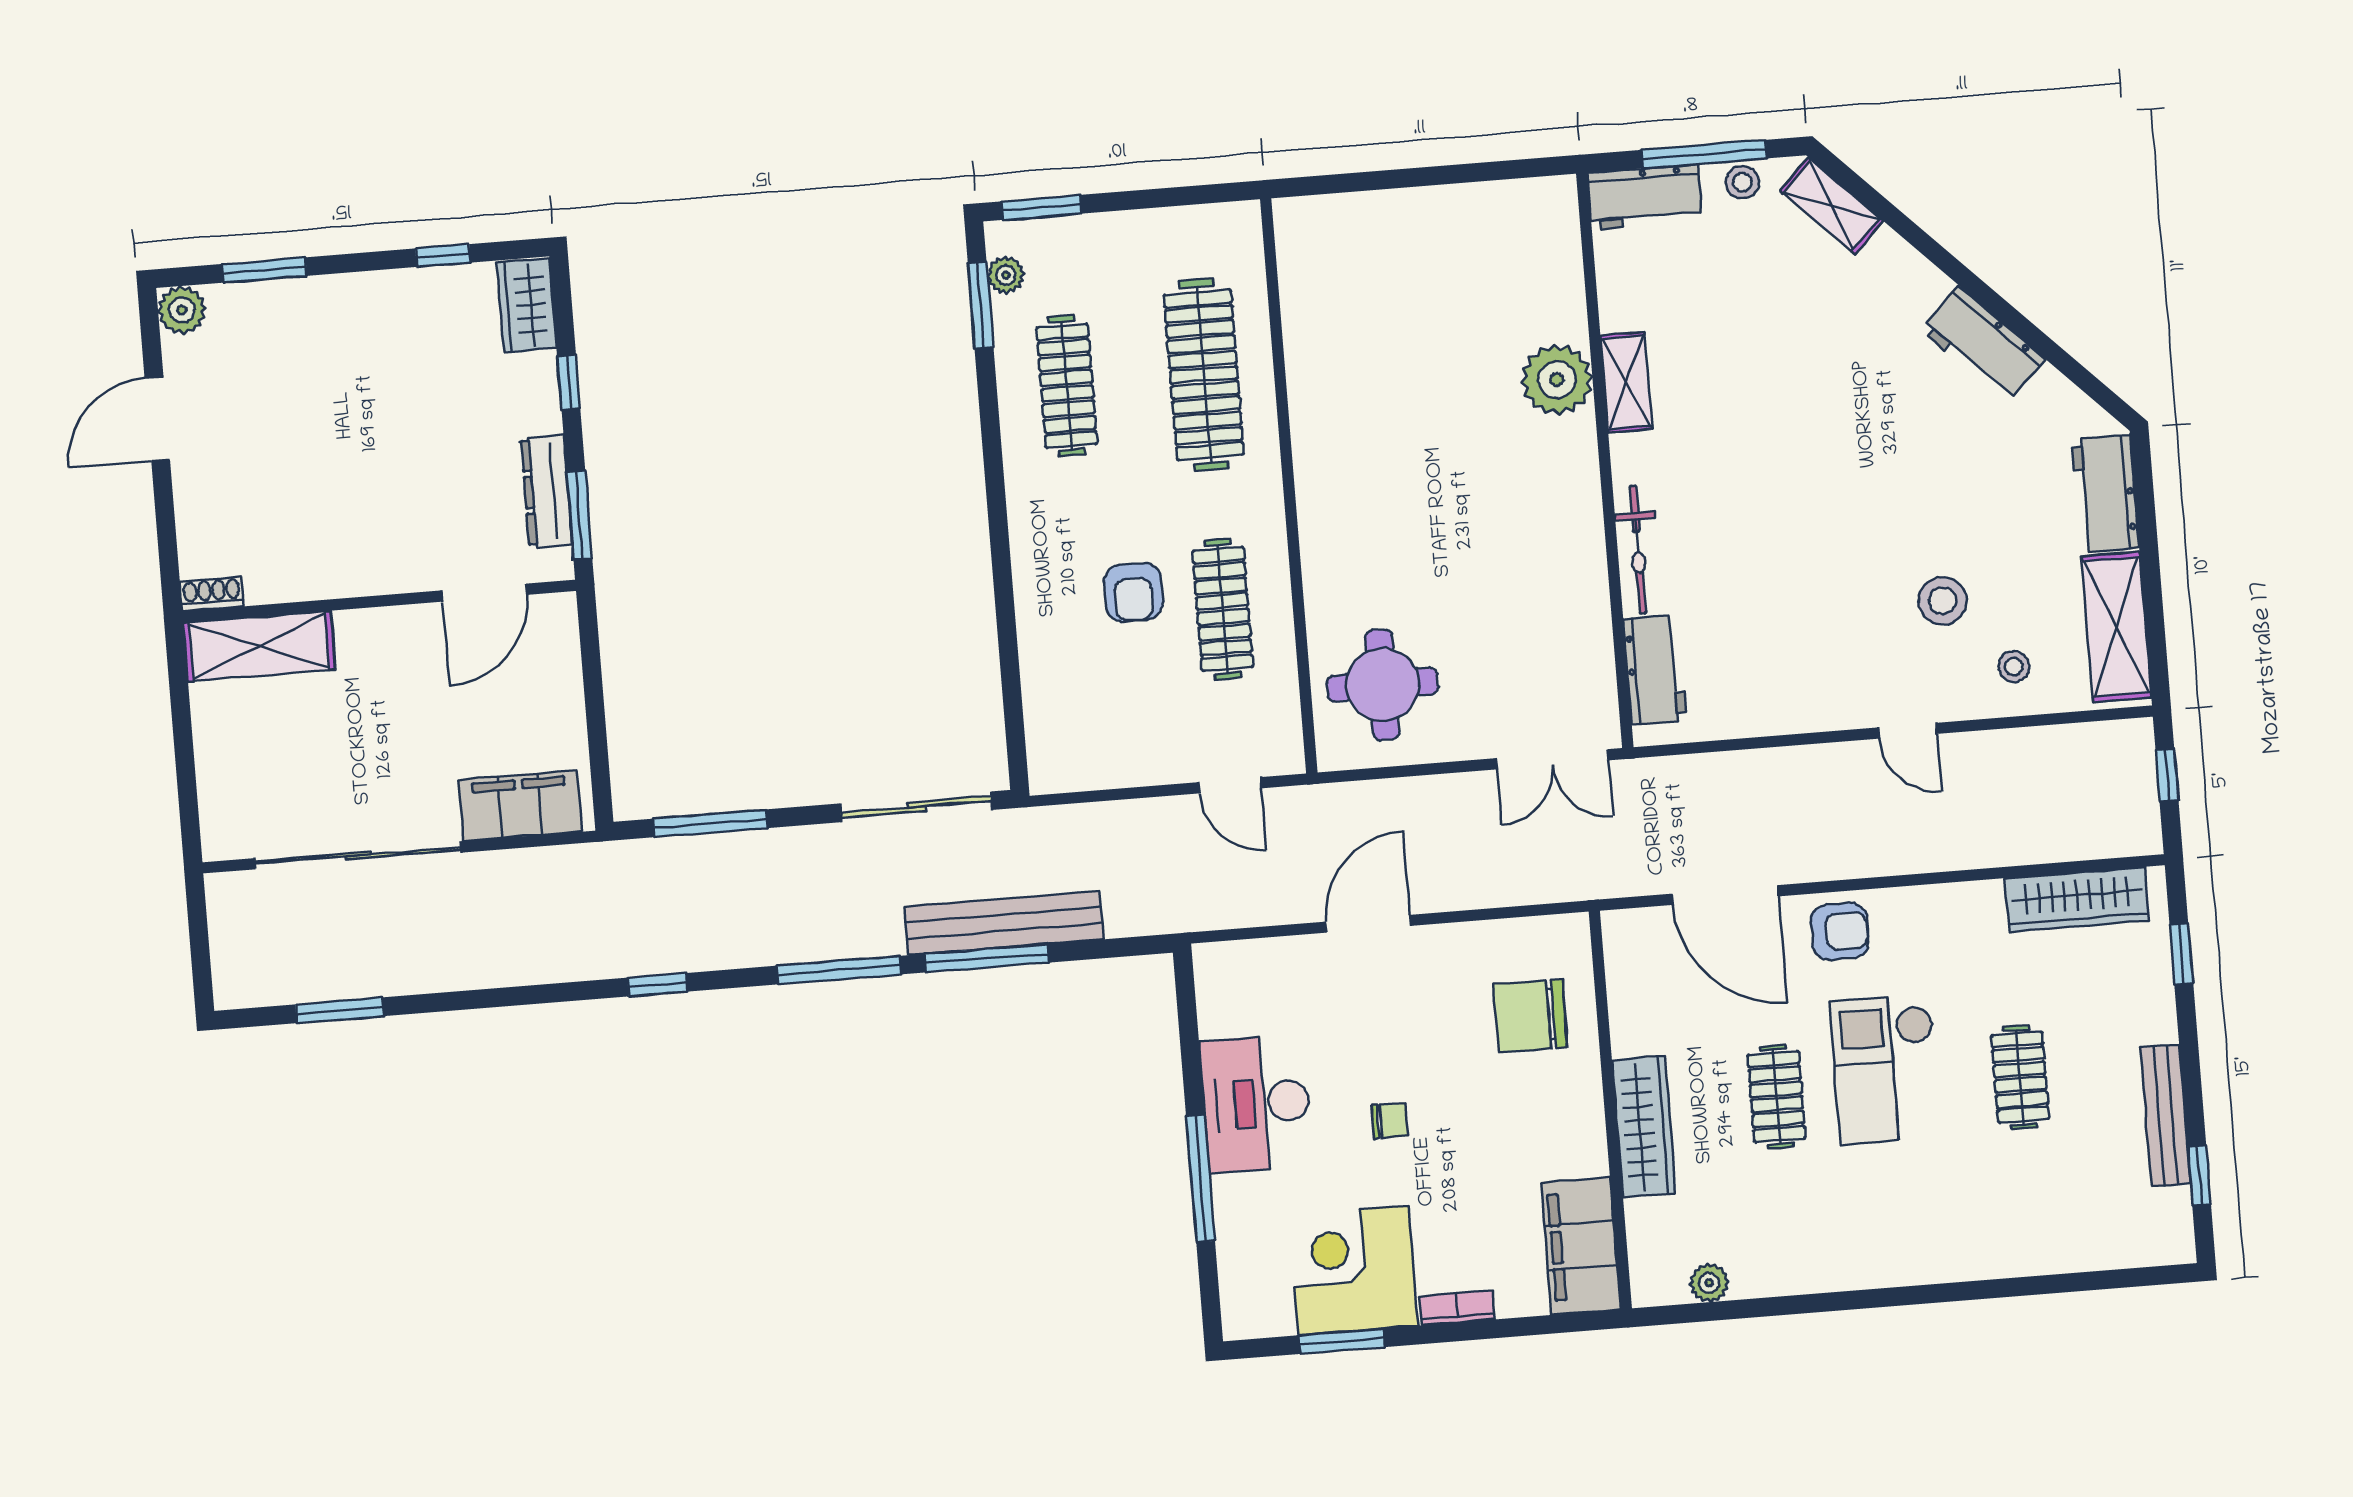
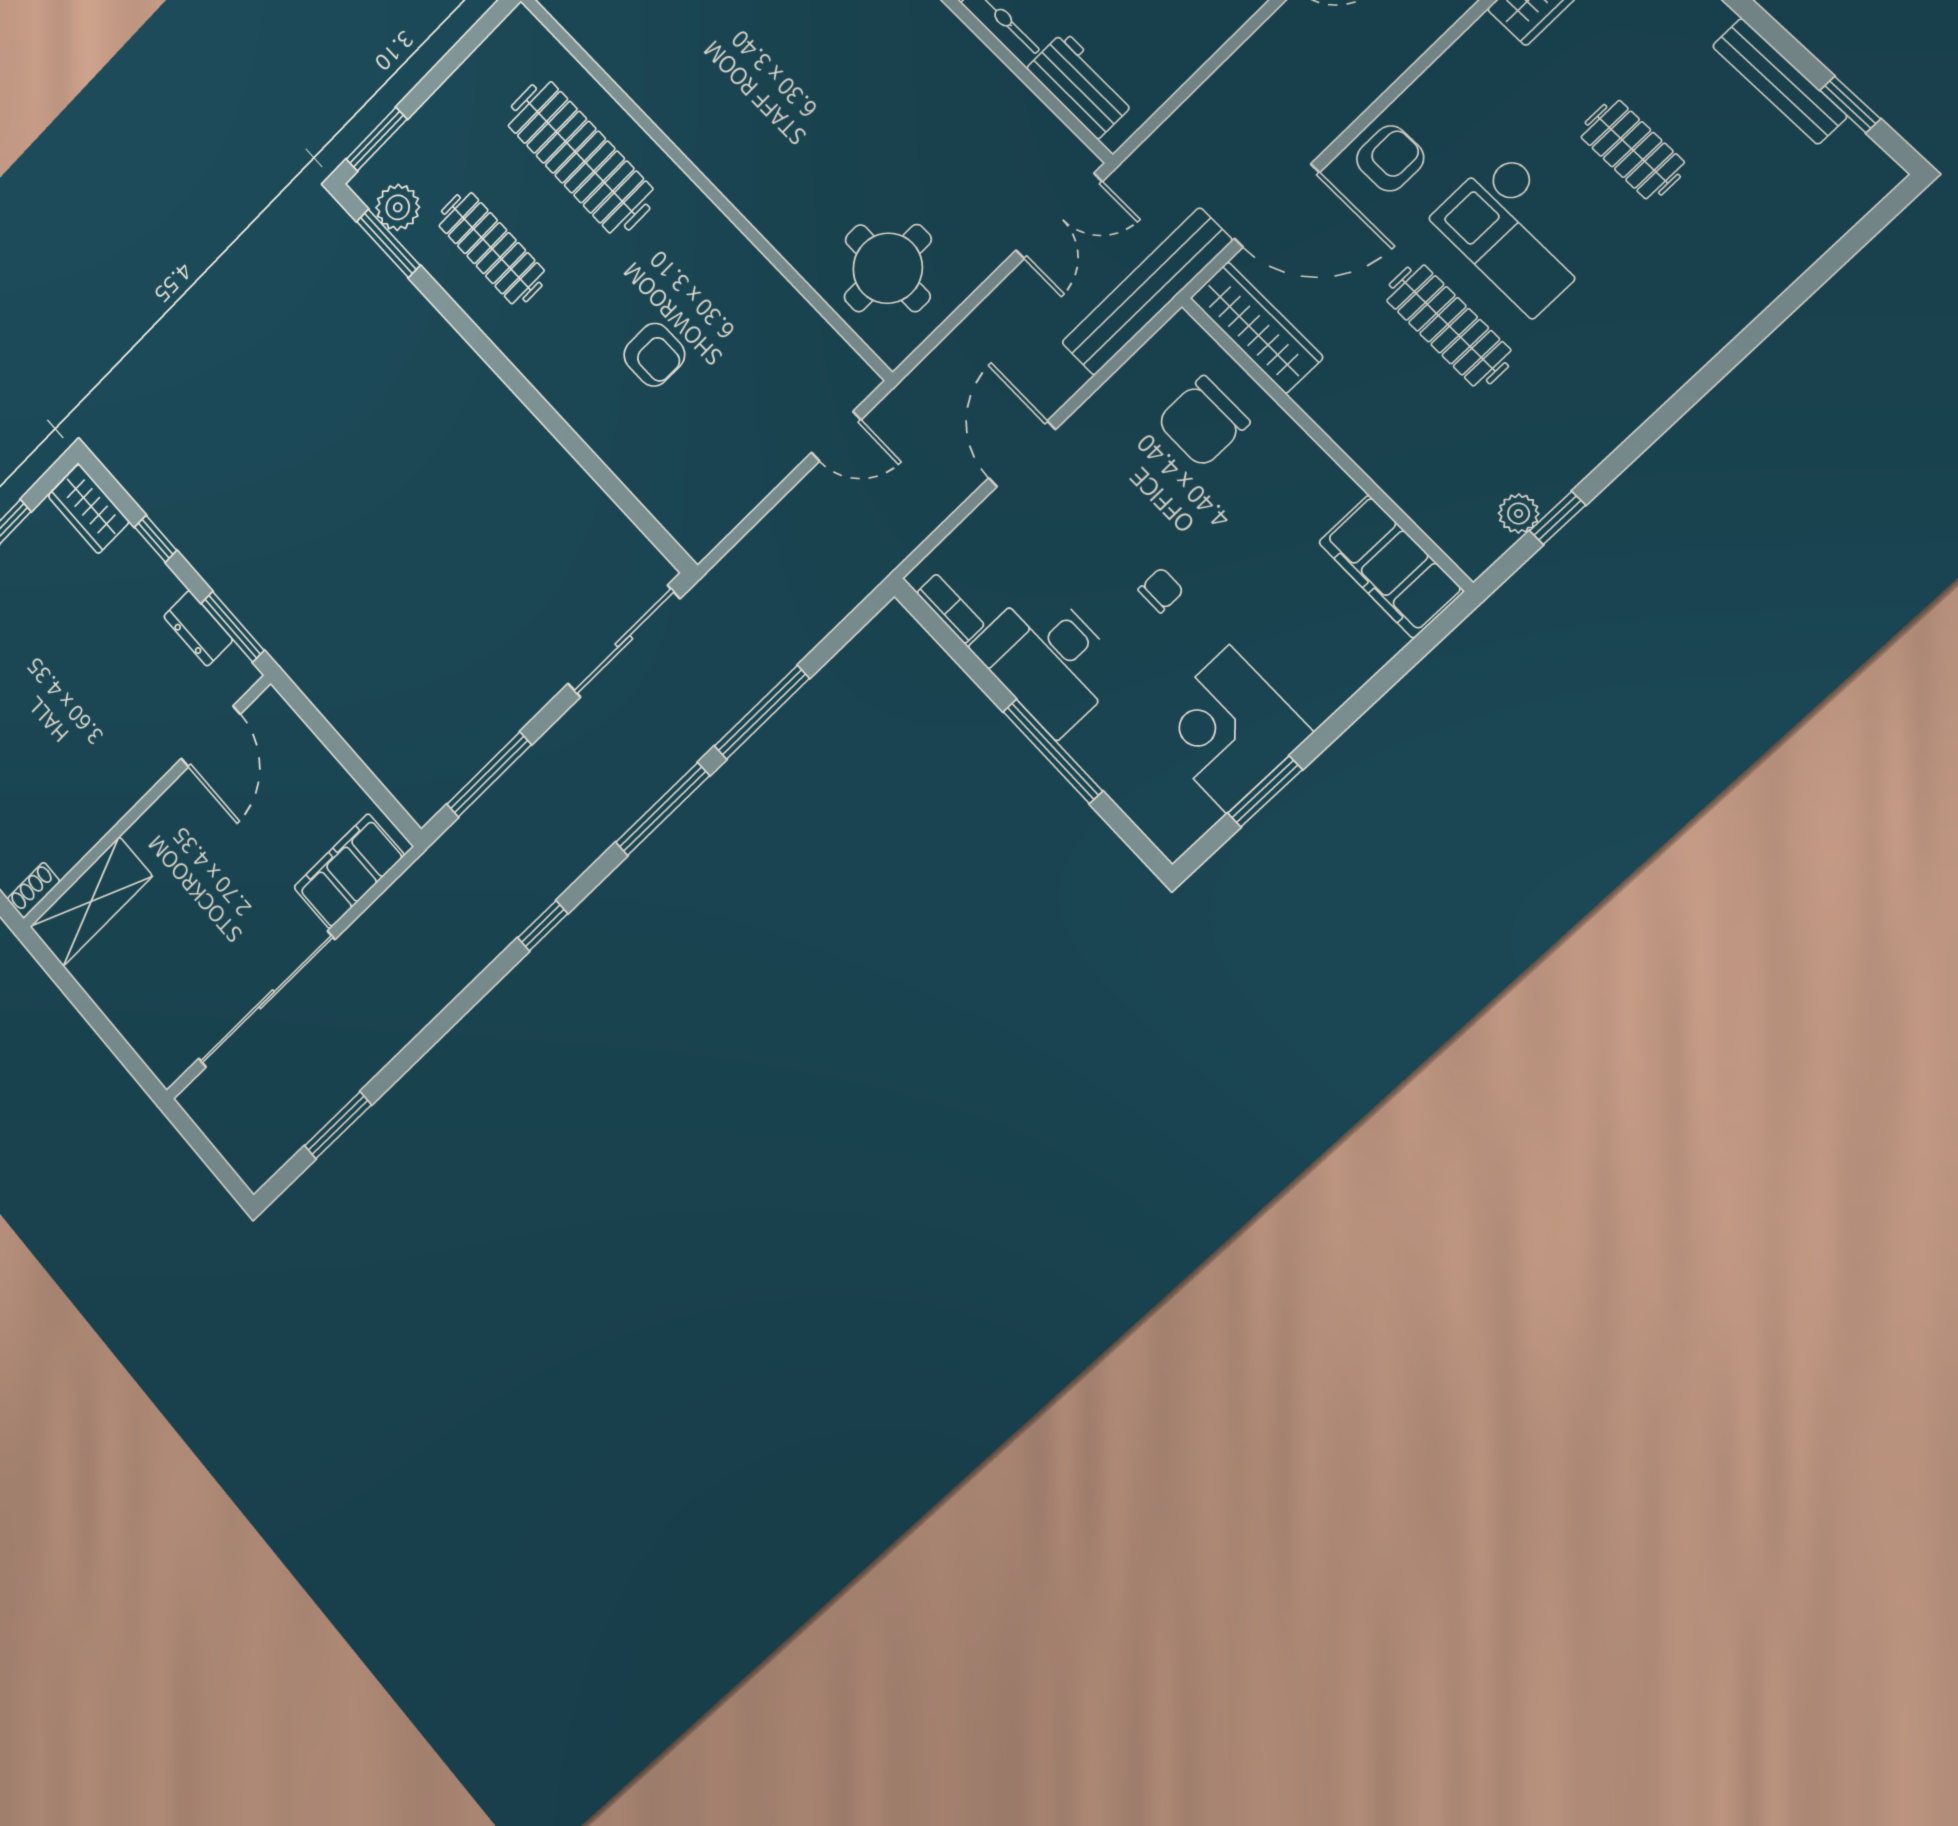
plant: (1006, 275) -> (398, 207), width x1.38, depth x1.38
dresser: (547, 491) -> (198, 628), width x0.70
clothes rail: (1223, 609) -> (728, 312), removed
bench: (1004, 923) -> (1147, 292), moved
clothes rail: (1777, 1097) -> (1449, 325), width x1.36
wardrobe: (1644, 1127) -> (1257, 328), moved
bookcase: (1457, 1308) -> (950, 609), moved, turned 90
window: (1735, 1310) -> (1558, 518), added

